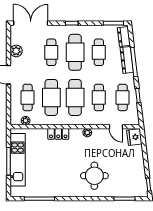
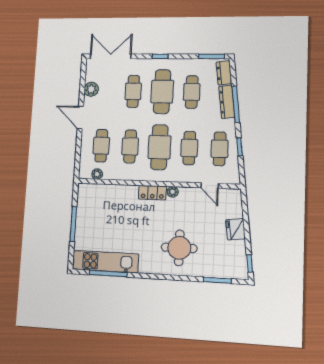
cafe table: (51, 97) -> (130, 146), width x0.73, depth x0.74
locker: (58, 134) -> (152, 193), moved
fridge: (134, 137) -> (236, 229), moved
kitchen unit: (18, 160) -> (105, 262), moved, turned -90

